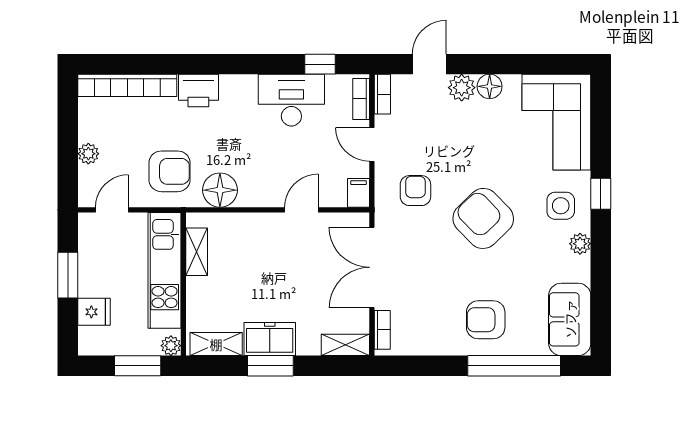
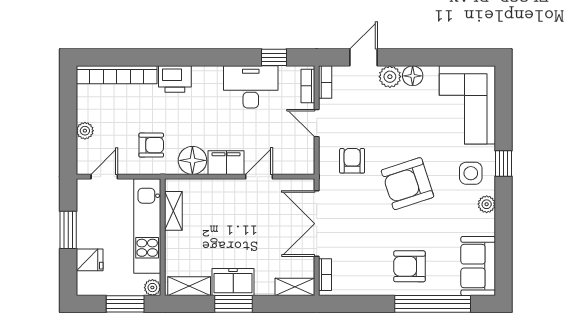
armchair: (170, 171) -> (151, 145), width x0.72, depth x0.72
filing cabinet: (359, 193) -> (226, 163), moved, width x2.00
armchair: (483, 218) -> (407, 184), turned -64

